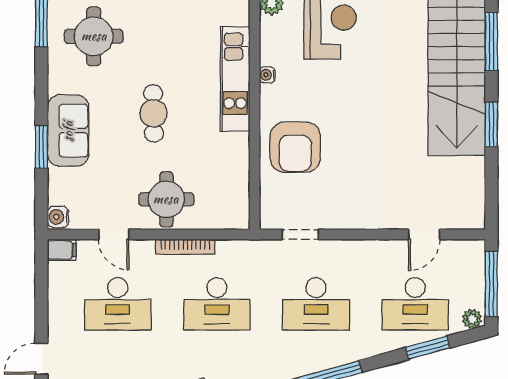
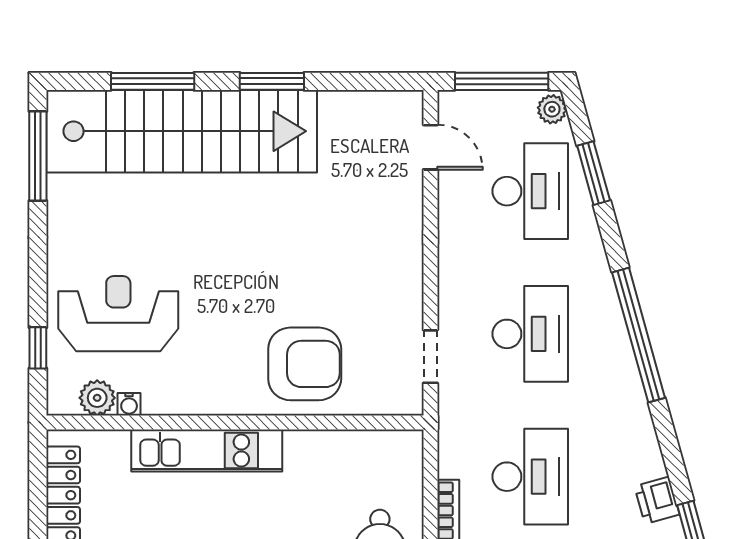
water cooler: (267, 75) -> (129, 404), moved
door: (424, 234) -> (430, 147), moved

